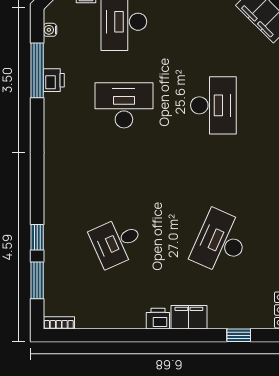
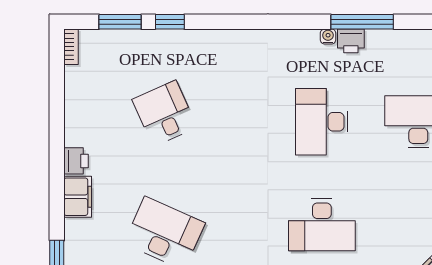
water cooler: (50, 30) -> (328, 36), moved
desk: (124, 105) -> (322, 122), turned 180

